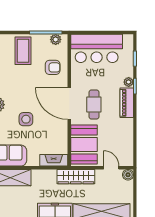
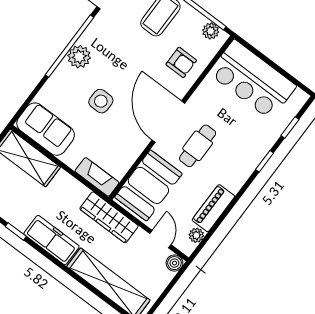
plant: (129, 82) -> (196, 235), moved
piano: (127, 103) -> (213, 208), moved

